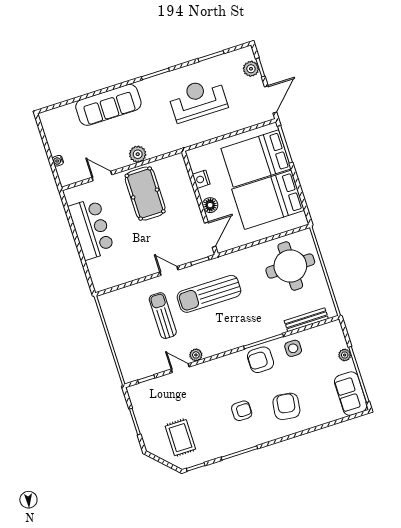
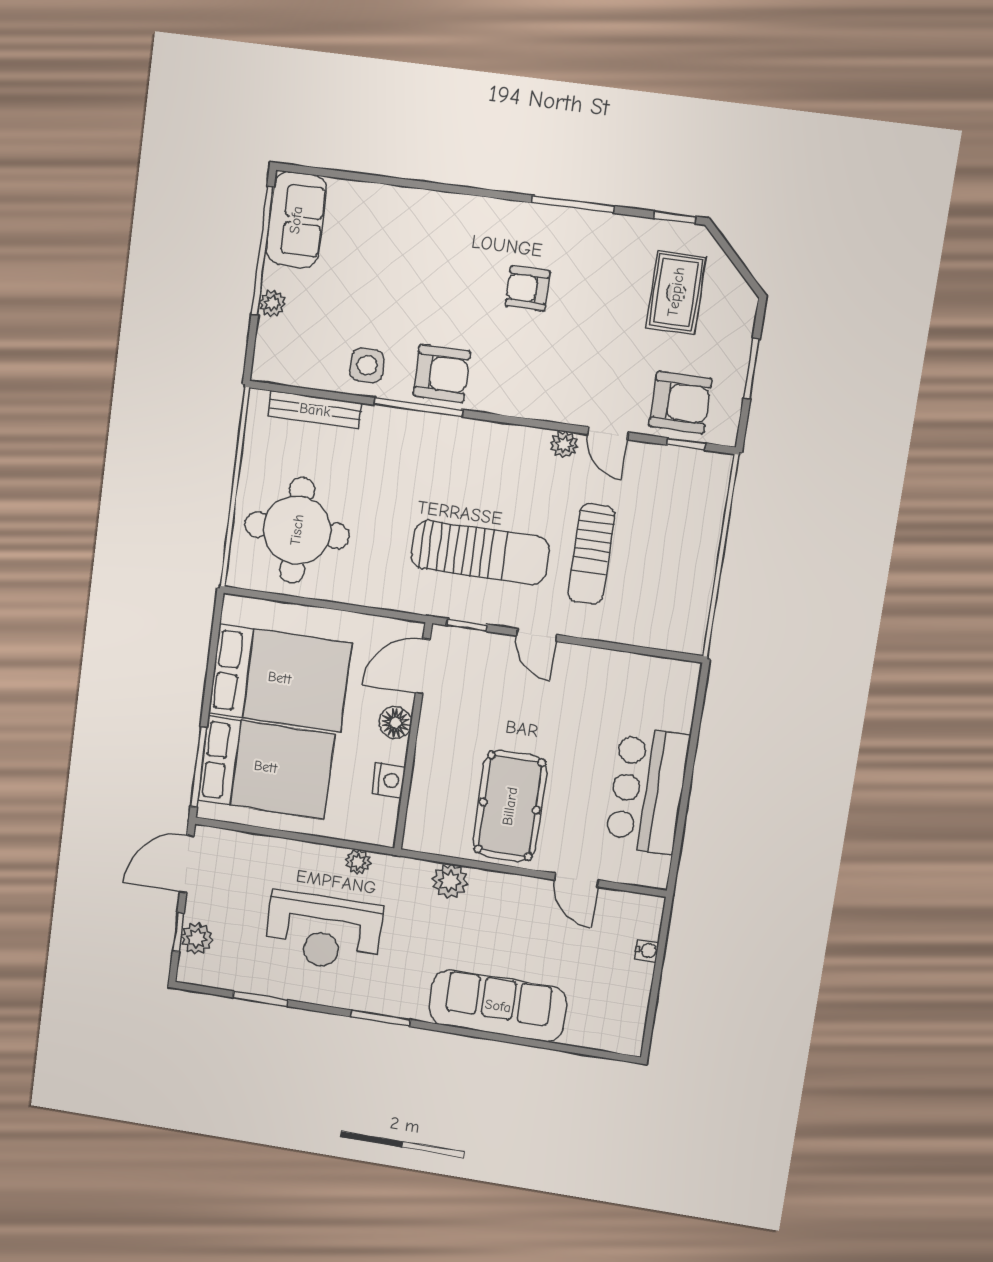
plant: (198, 137) -> (358, 862), added
plant: (138, 154) -> (450, 881), moved
armchair: (286, 406) -> (680, 402), moved, turned -98

